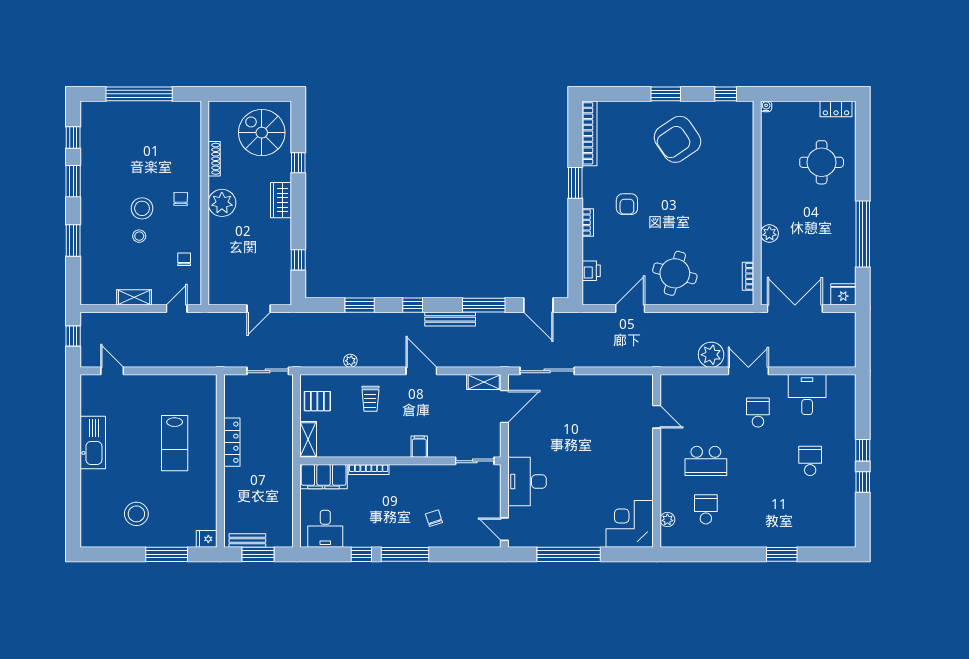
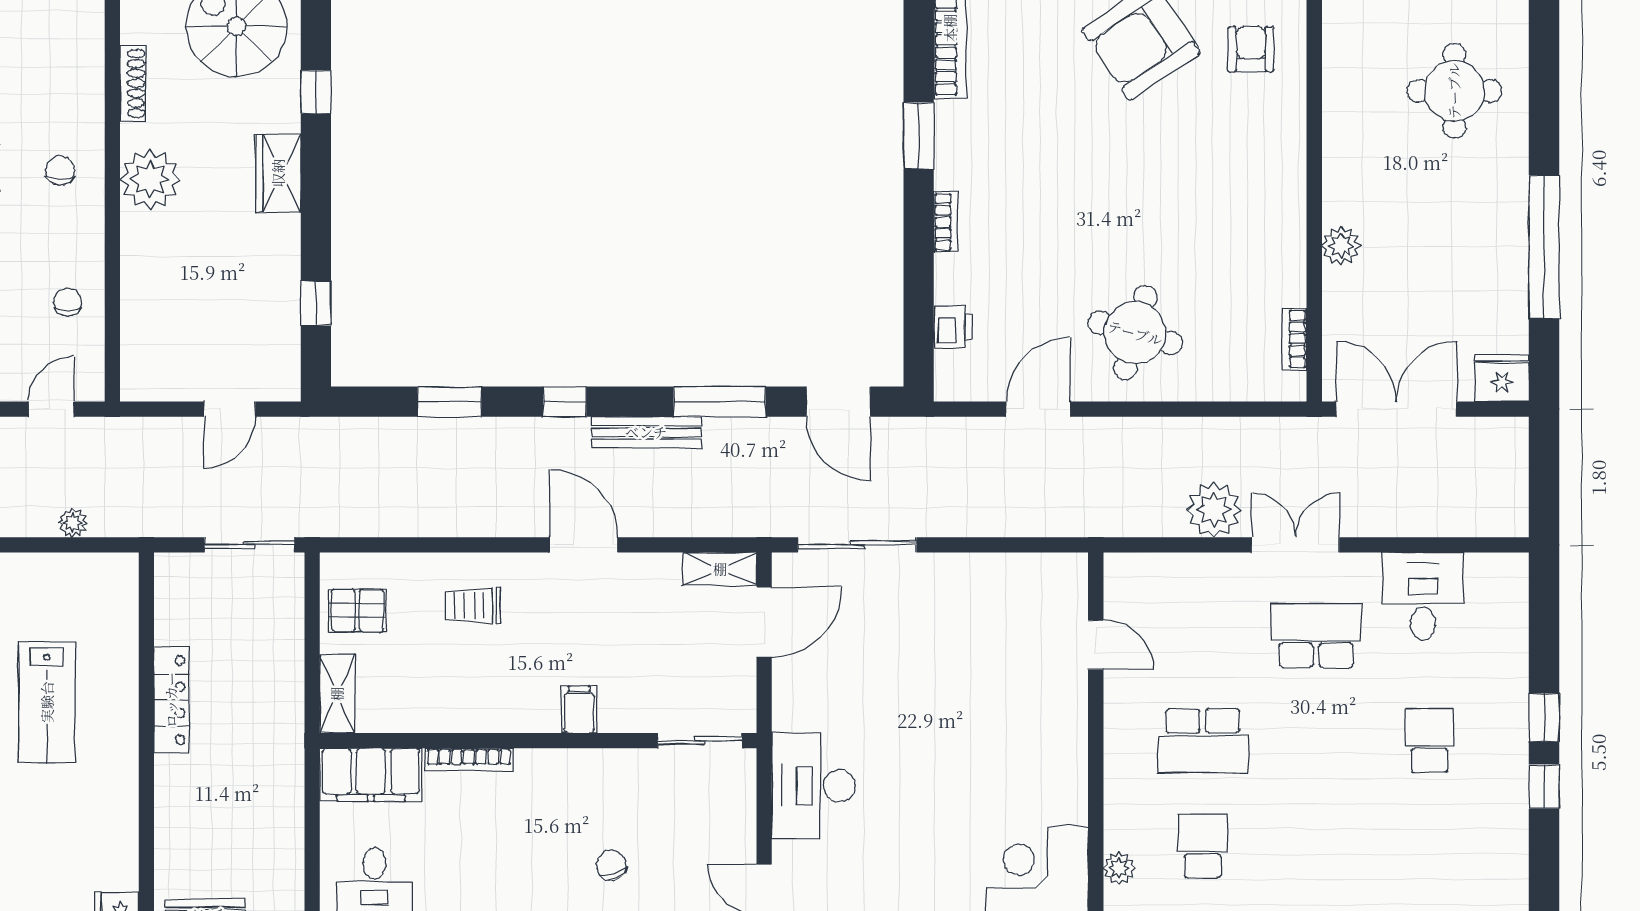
armchair: (627, 204) -> (1251, 49), moved, turned 180
plant: (350, 361) -> (73, 523), moved
trolley: (370, 399) -> (473, 606), turned 90
school desk: (758, 412) -> (1316, 635), width x1.85

